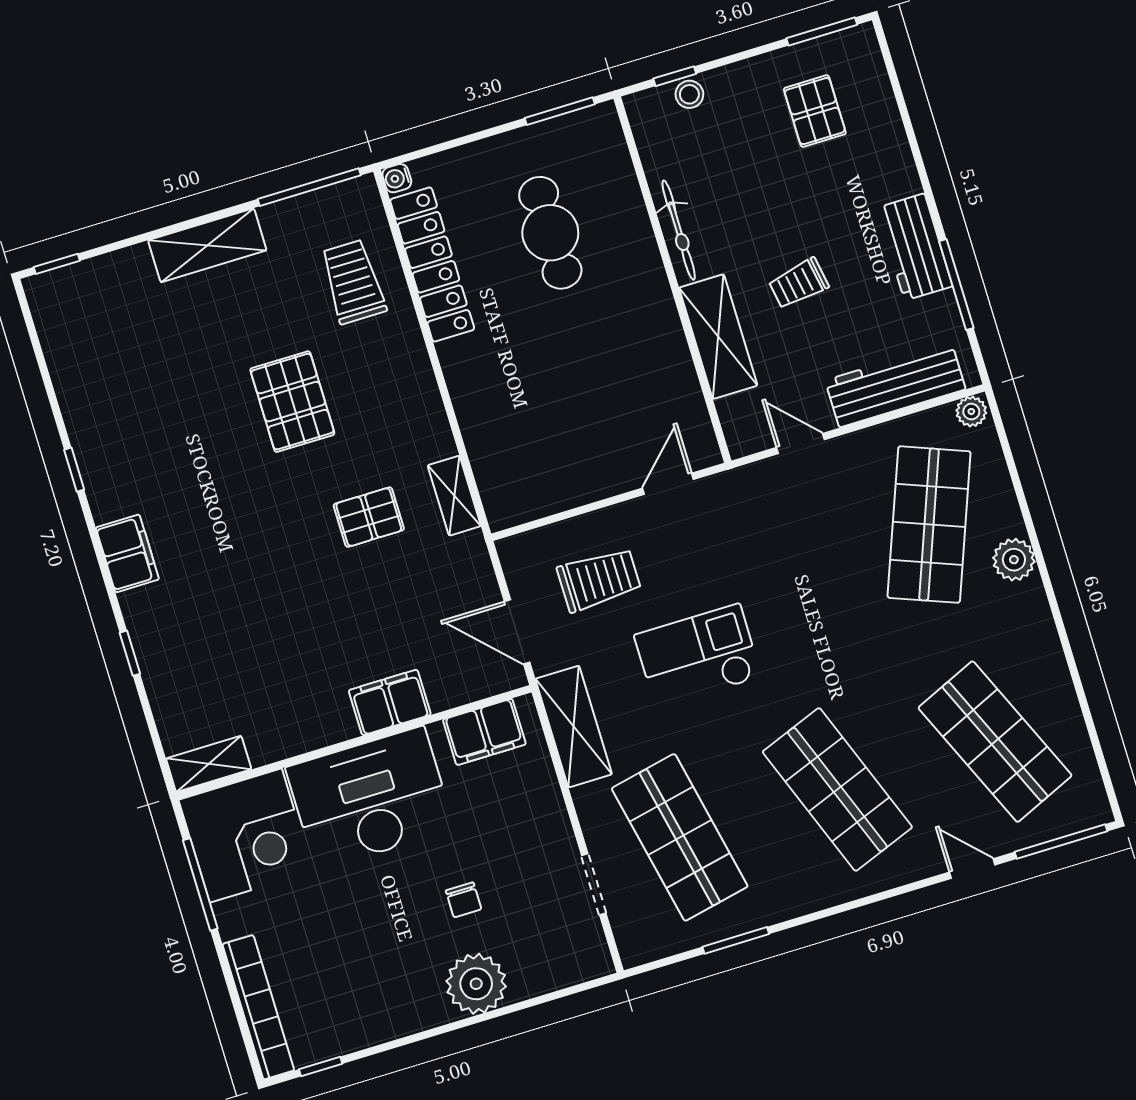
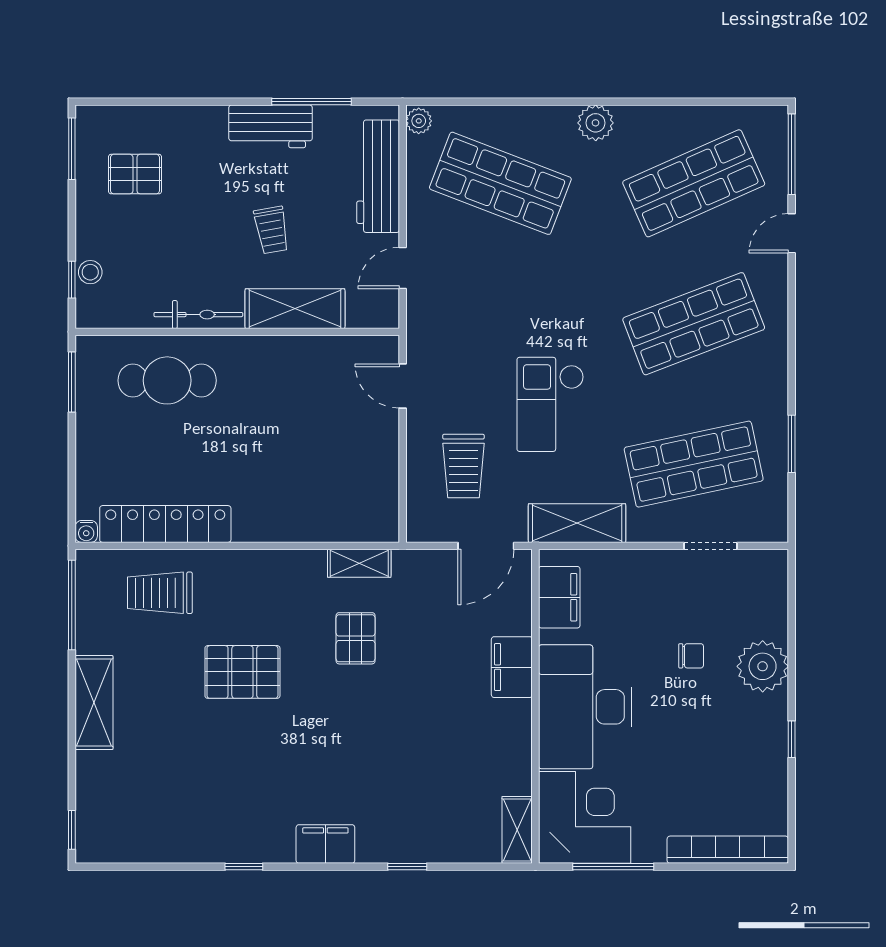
cafe table: (550, 233) -> (167, 380), moved
plant: (1014, 560) -> (596, 123), moved
trolley: (599, 580) -> (463, 466), turned 180
window: (321, 1066) -> (792, 739), moved

